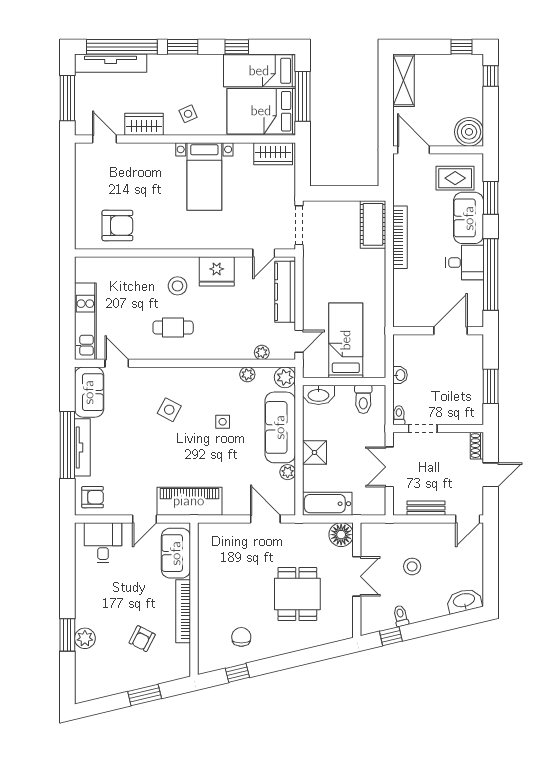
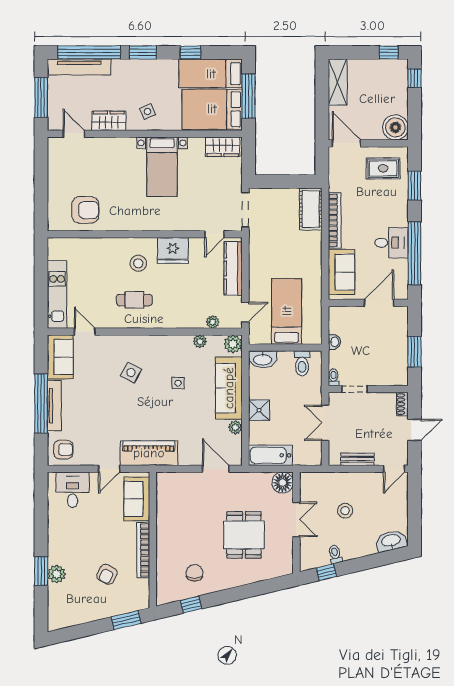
sofa: (469, 218) -> (341, 272), moved, turned 180
window: (145, 695) -> (126, 620), moved

